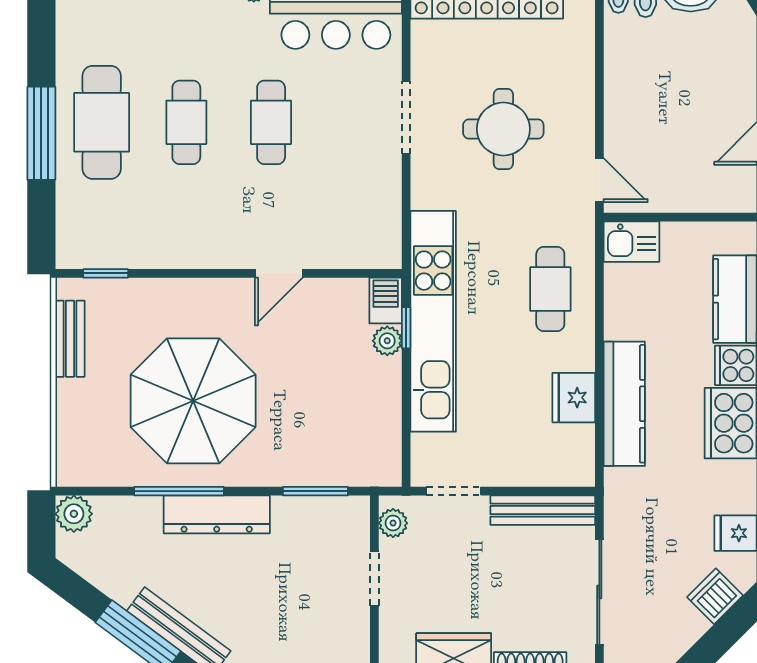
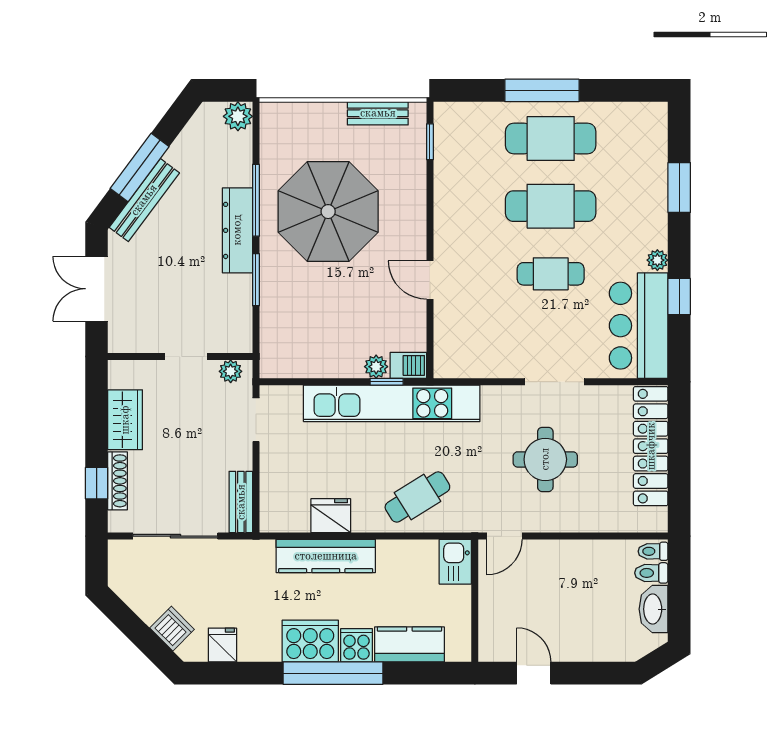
cafe table: (186, 122) -> (551, 206), width x1.37, depth x1.35
cafe table: (550, 289) -> (417, 497), turned -32
window: (315, 491) -> (256, 280), moved
bench: (543, 510) -> (241, 502), width x0.73

